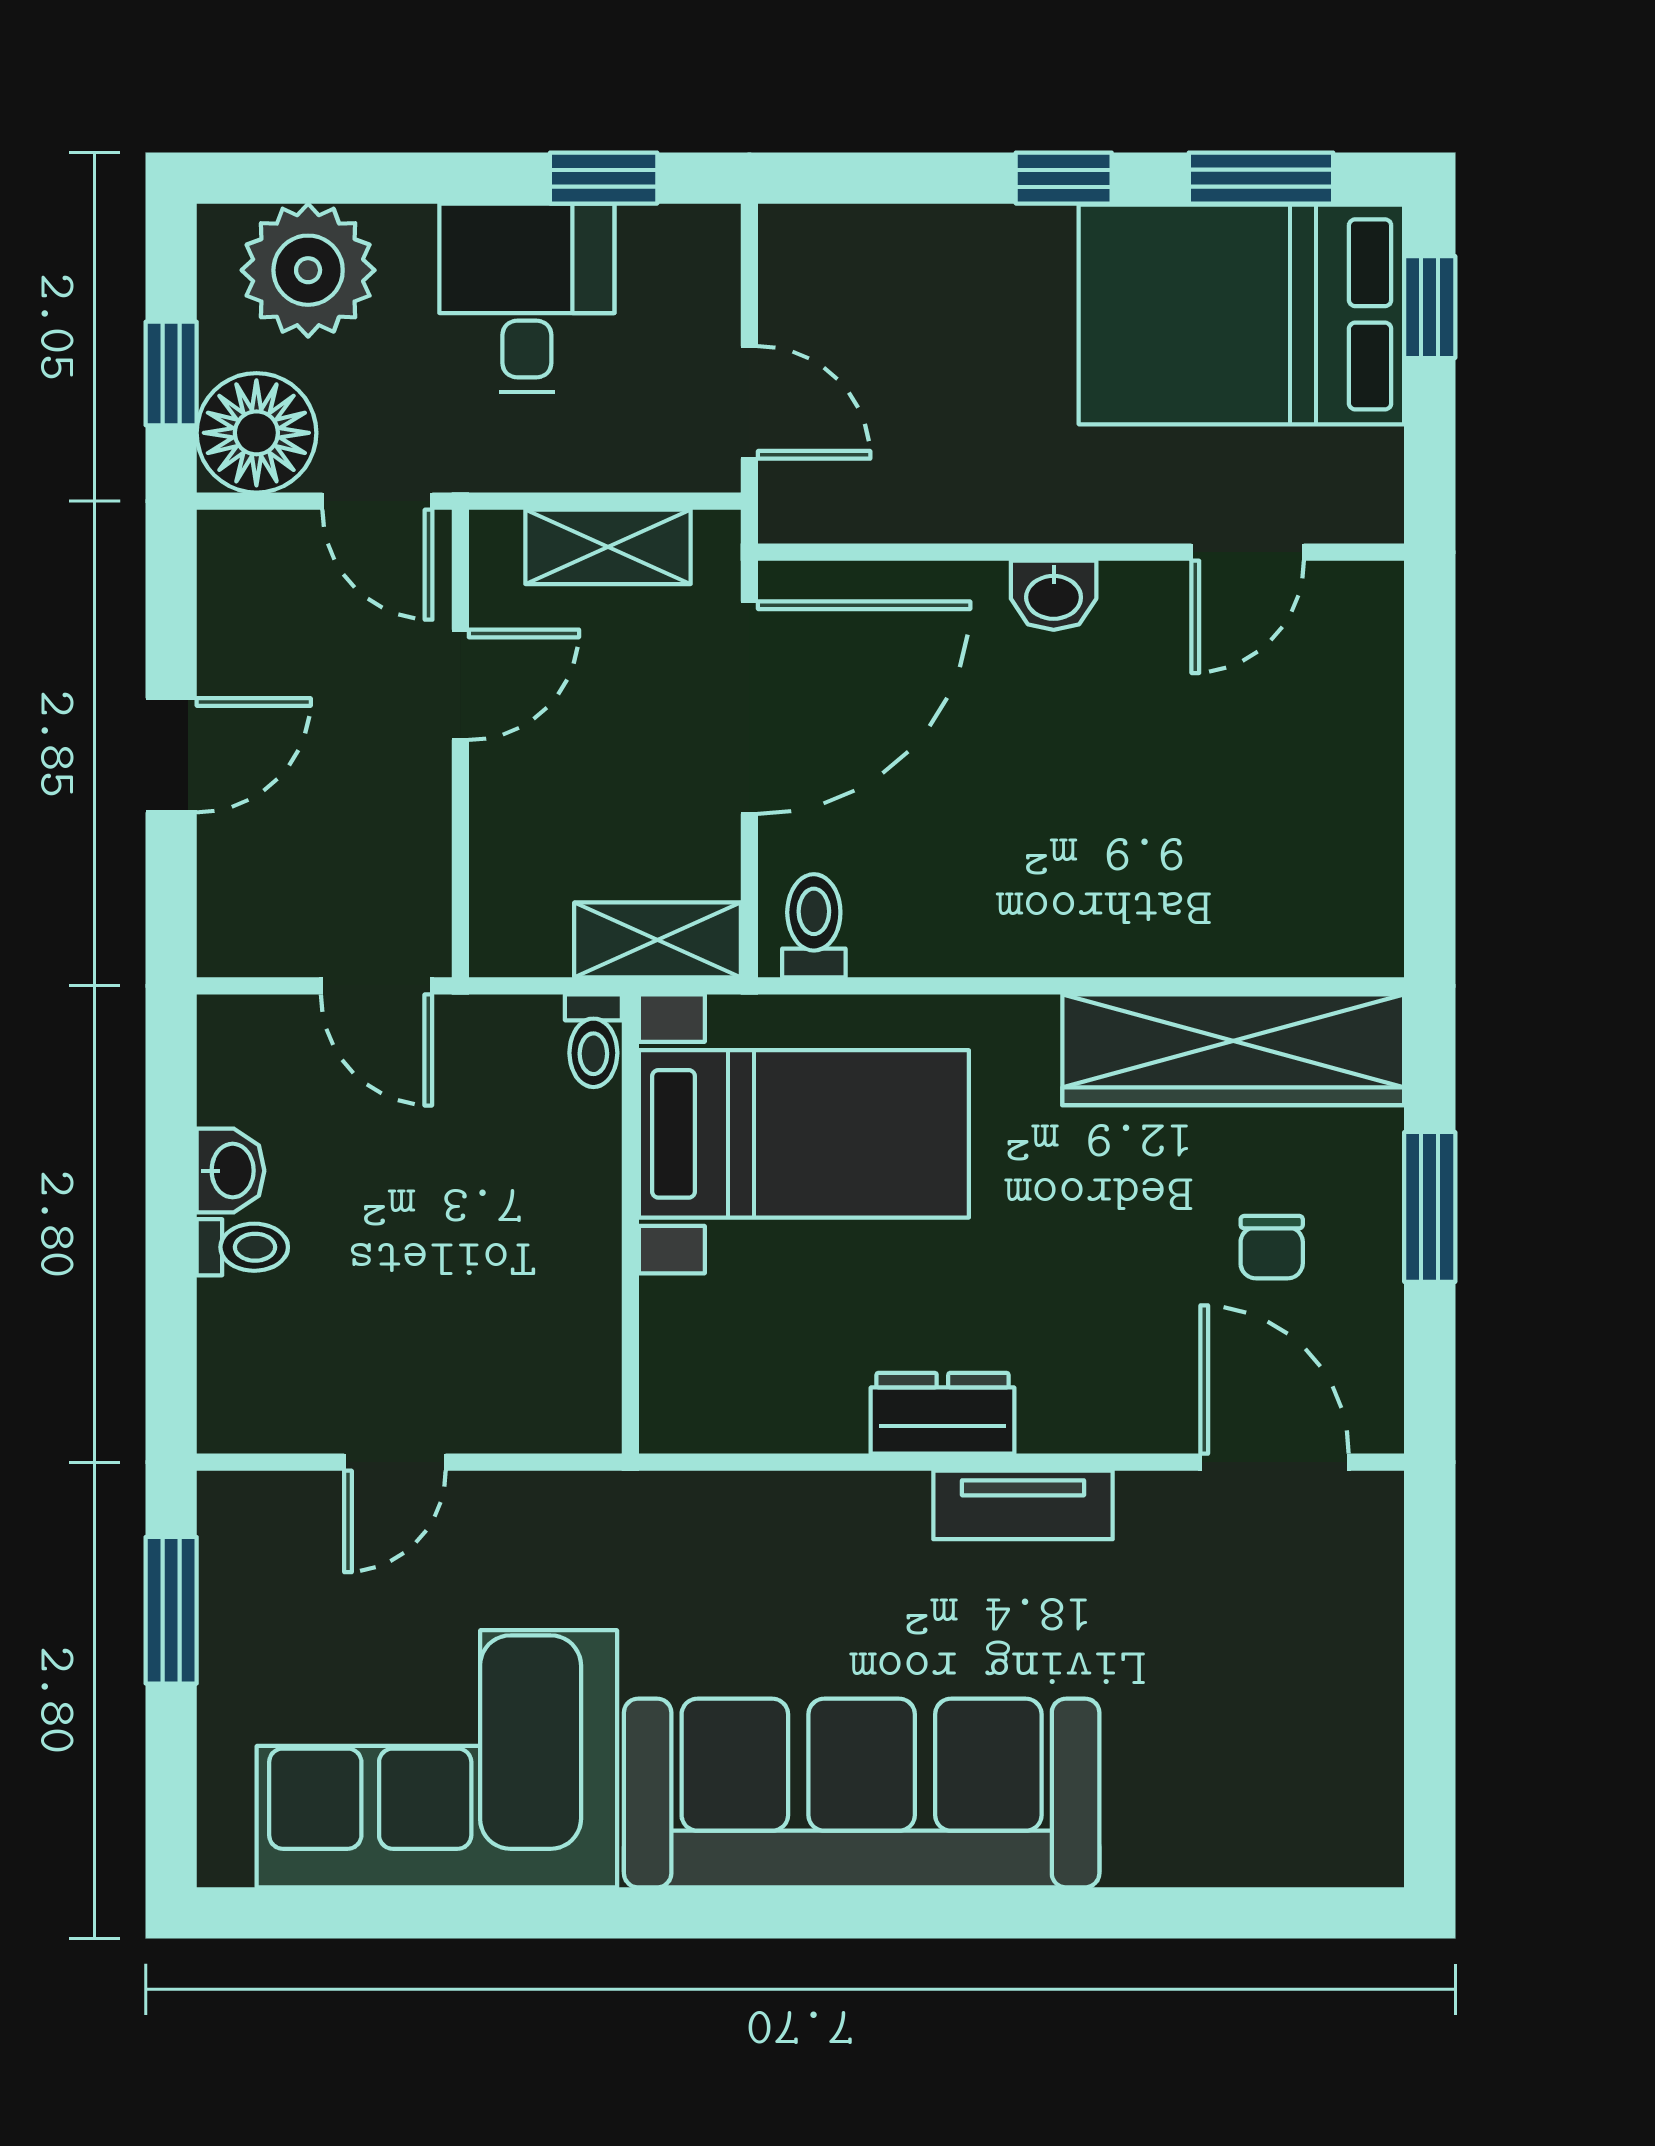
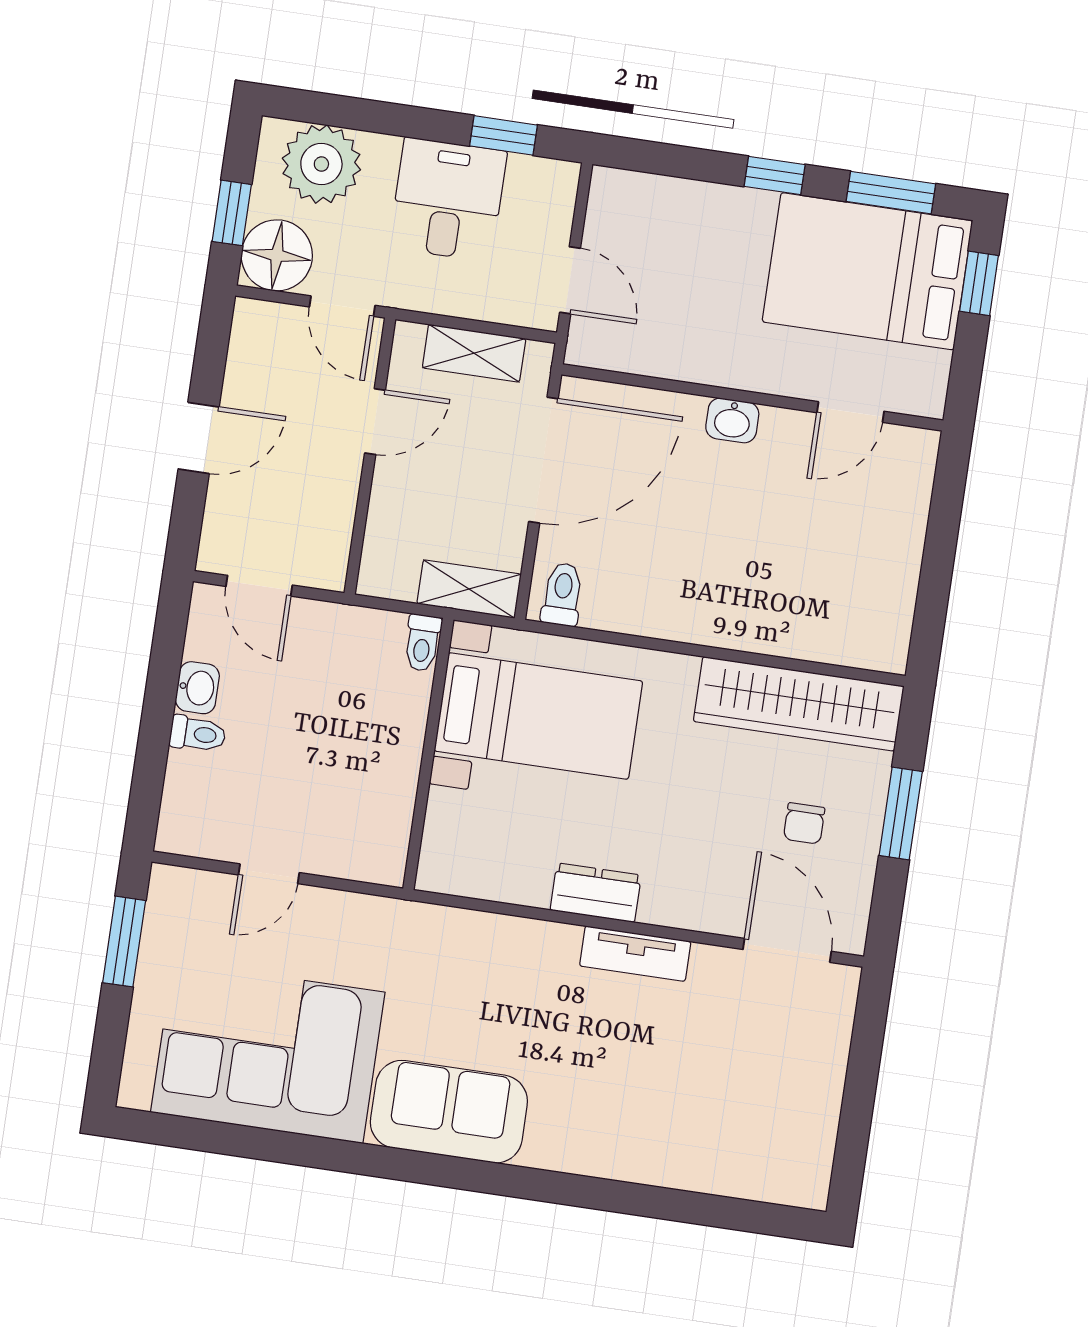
door: (377, 986) -> (259, 586), moved
sofa: (862, 1793) -> (449, 1112), width x0.54, depth x0.79

